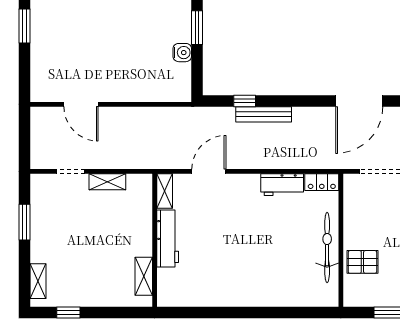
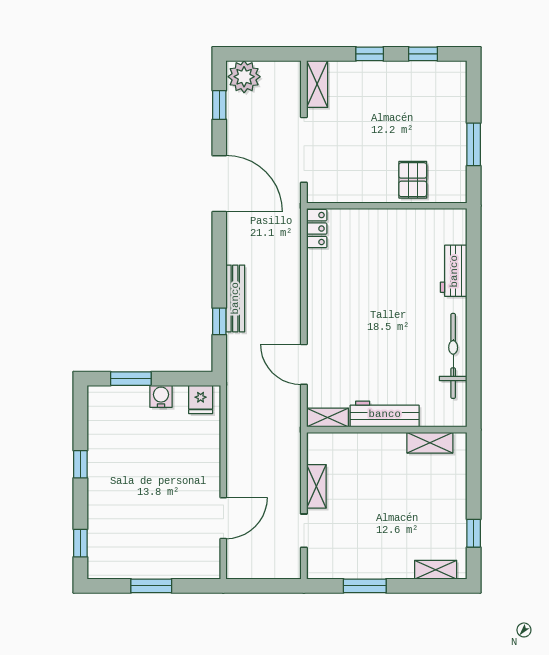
window: (25, 26) -> (151, 586), moved
fridge: (180, 85) -> (201, 400), added
workbench: (282, 185) -> (454, 271), moved, turned 180
bicycle: (327, 248) -> (453, 356), moved, turned 90

